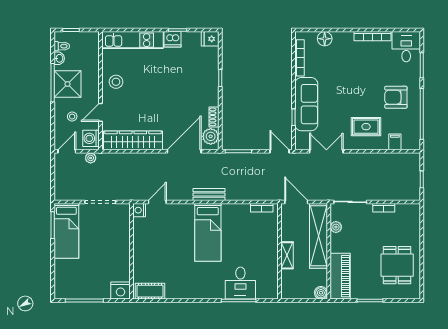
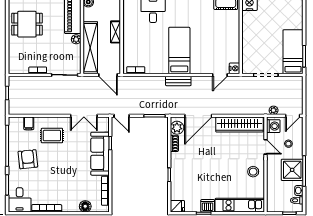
armchair: (396, 97) -> (28, 159), turned -96
door: (101, 112) -> (266, 147), hinge flipped
plant: (336, 227) -> (76, 39), moved
dining table: (397, 265) -> (27, 24), turned 90

